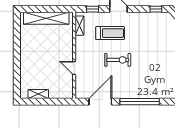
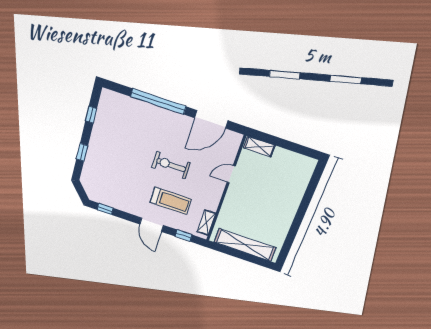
treadmill: (110, 33) -> (171, 201), turned 180
door: (74, 68) -> (231, 174), swing flipped
shelving: (38, 94) -> (259, 147), moved

